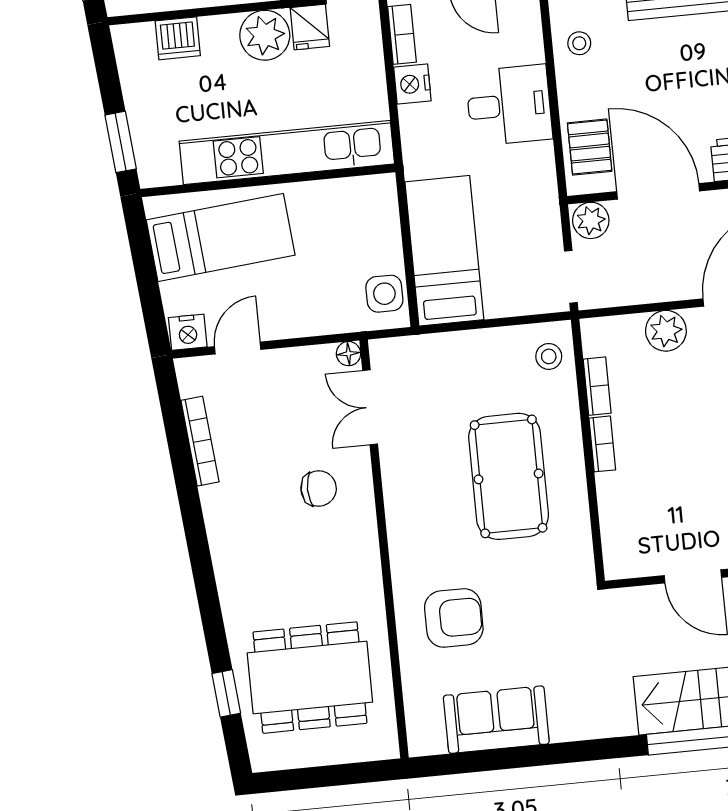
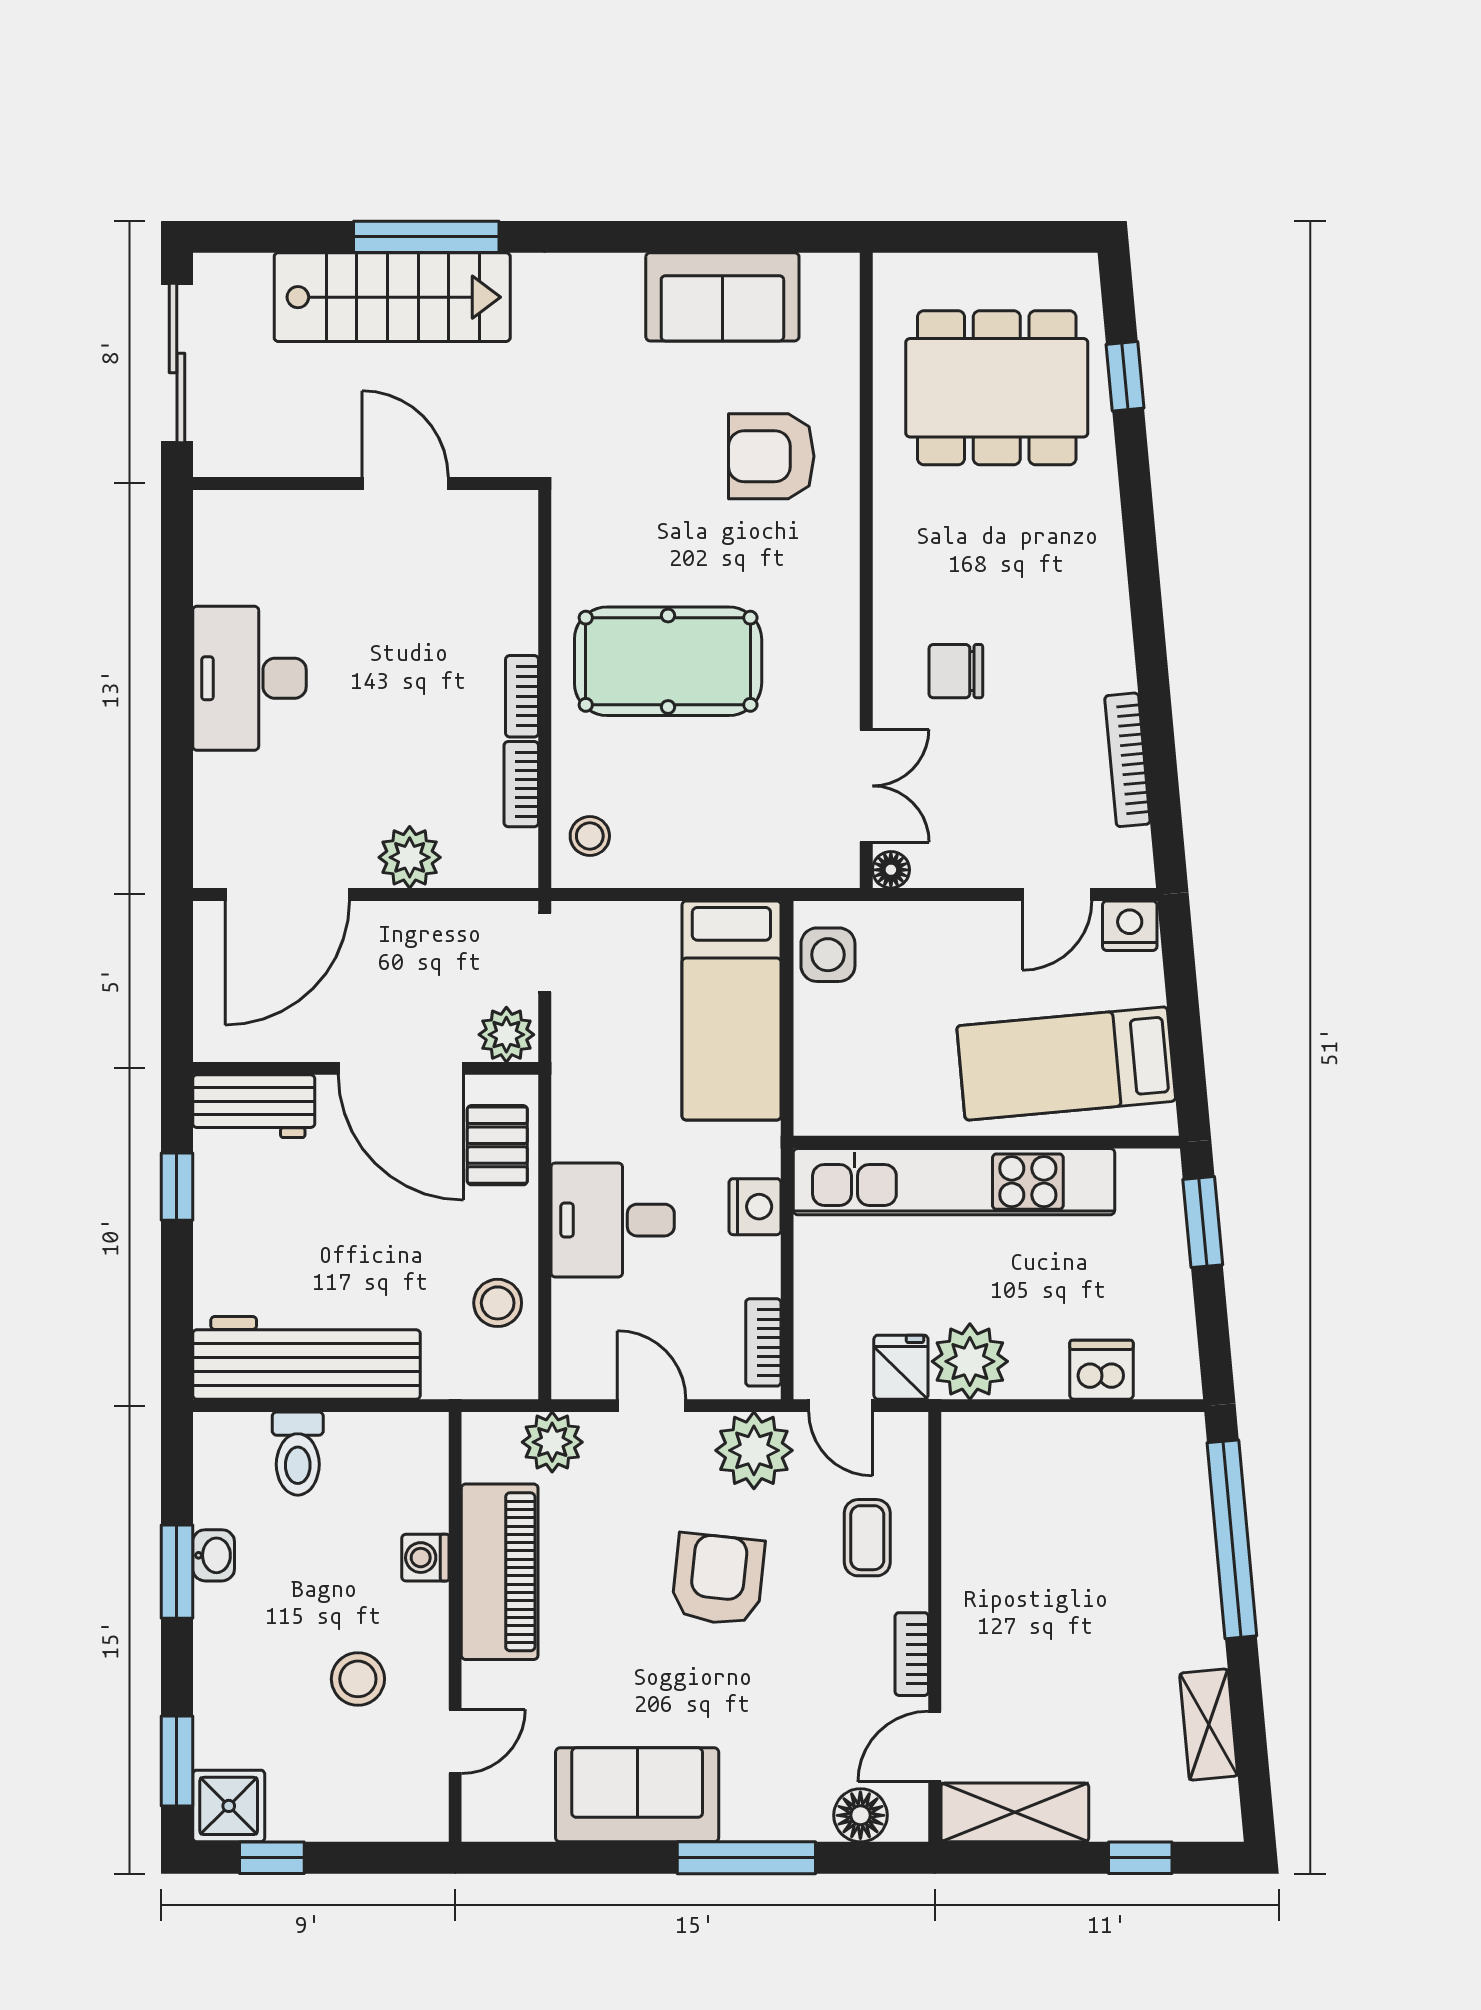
stool: (579, 43) -> (498, 1303), width x1.37, depth x1.37
nightstand: (412, 84) -> (755, 1207), moved
pool table: (509, 476) -> (668, 661), turned 90

